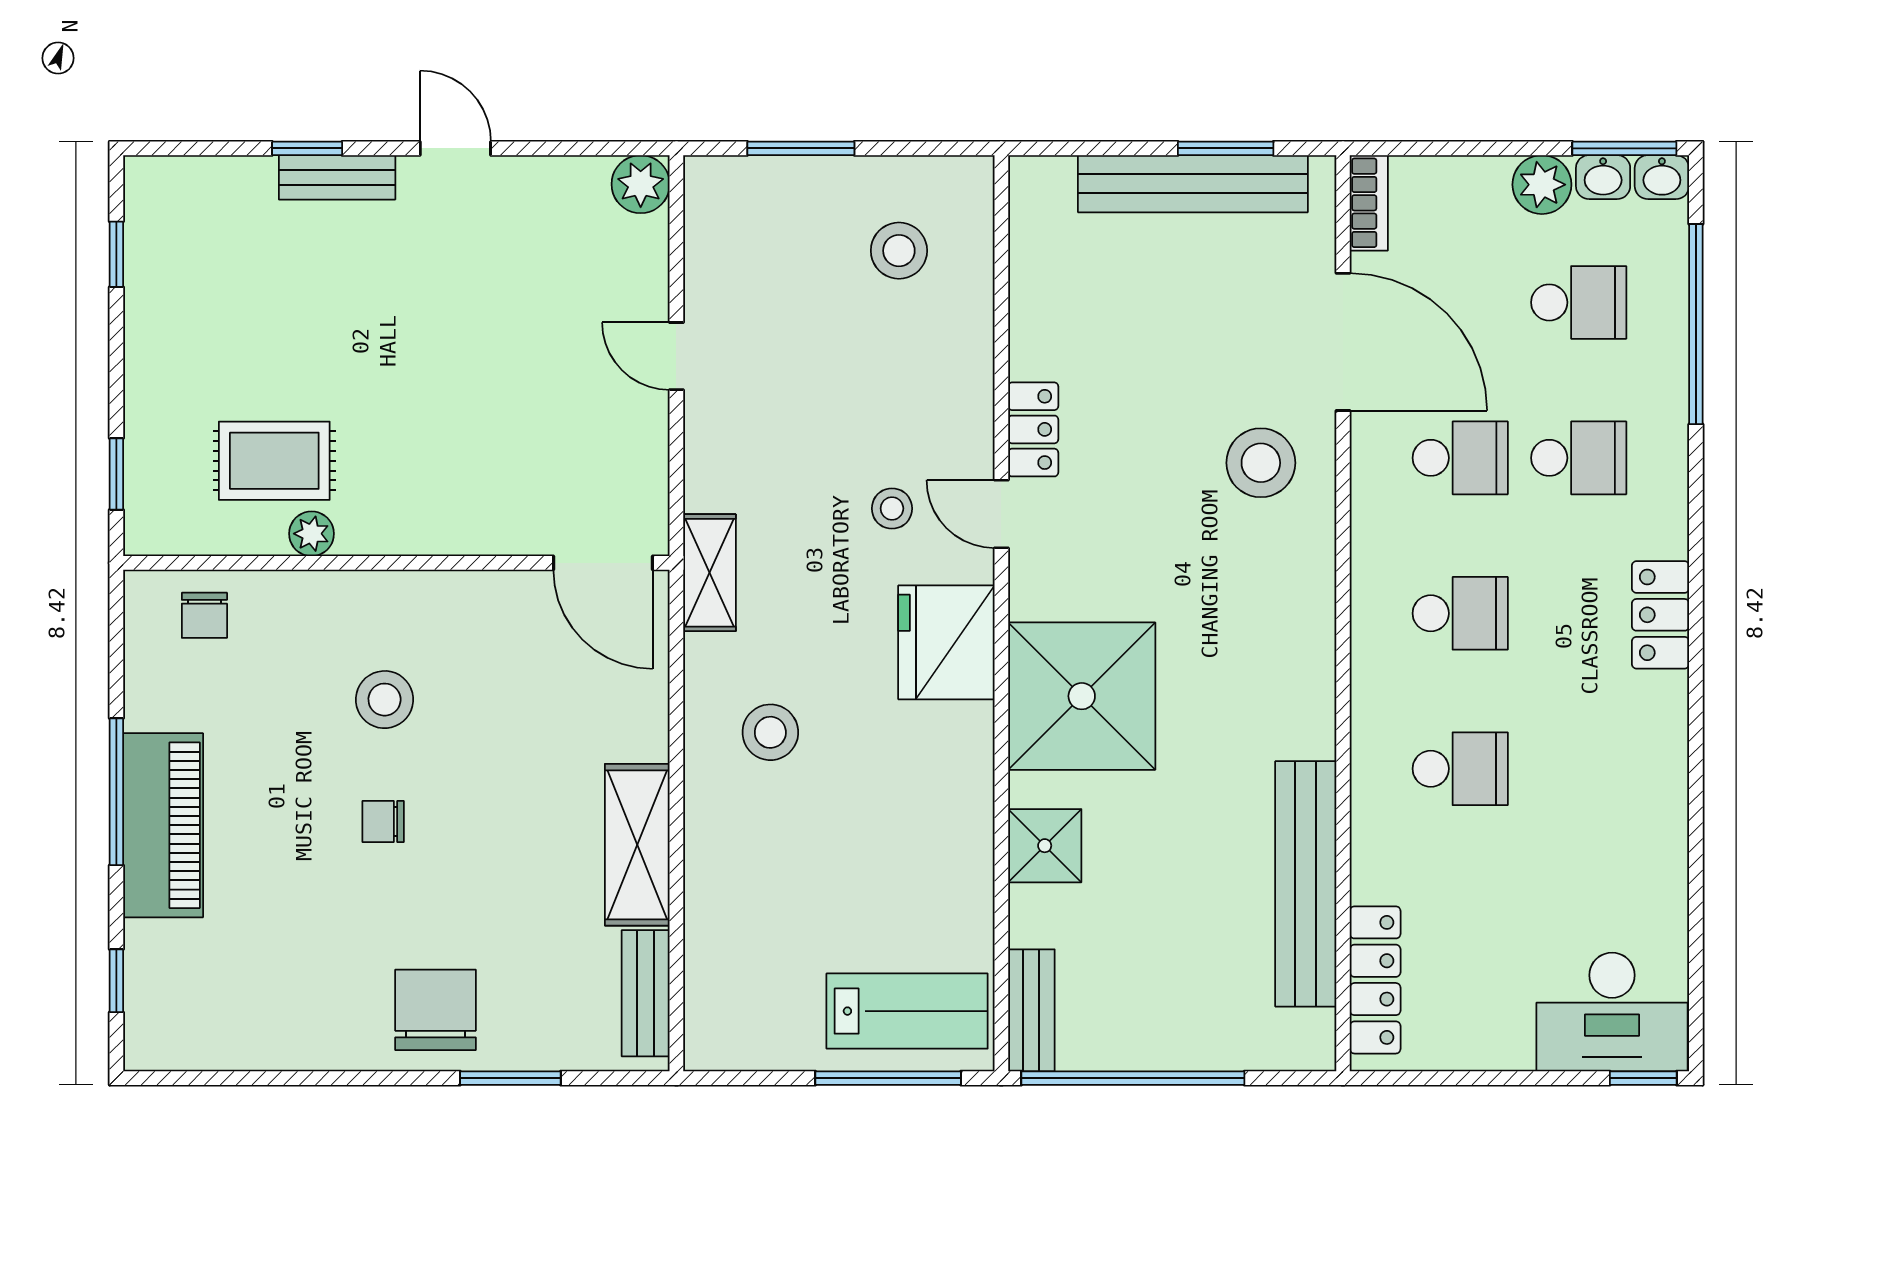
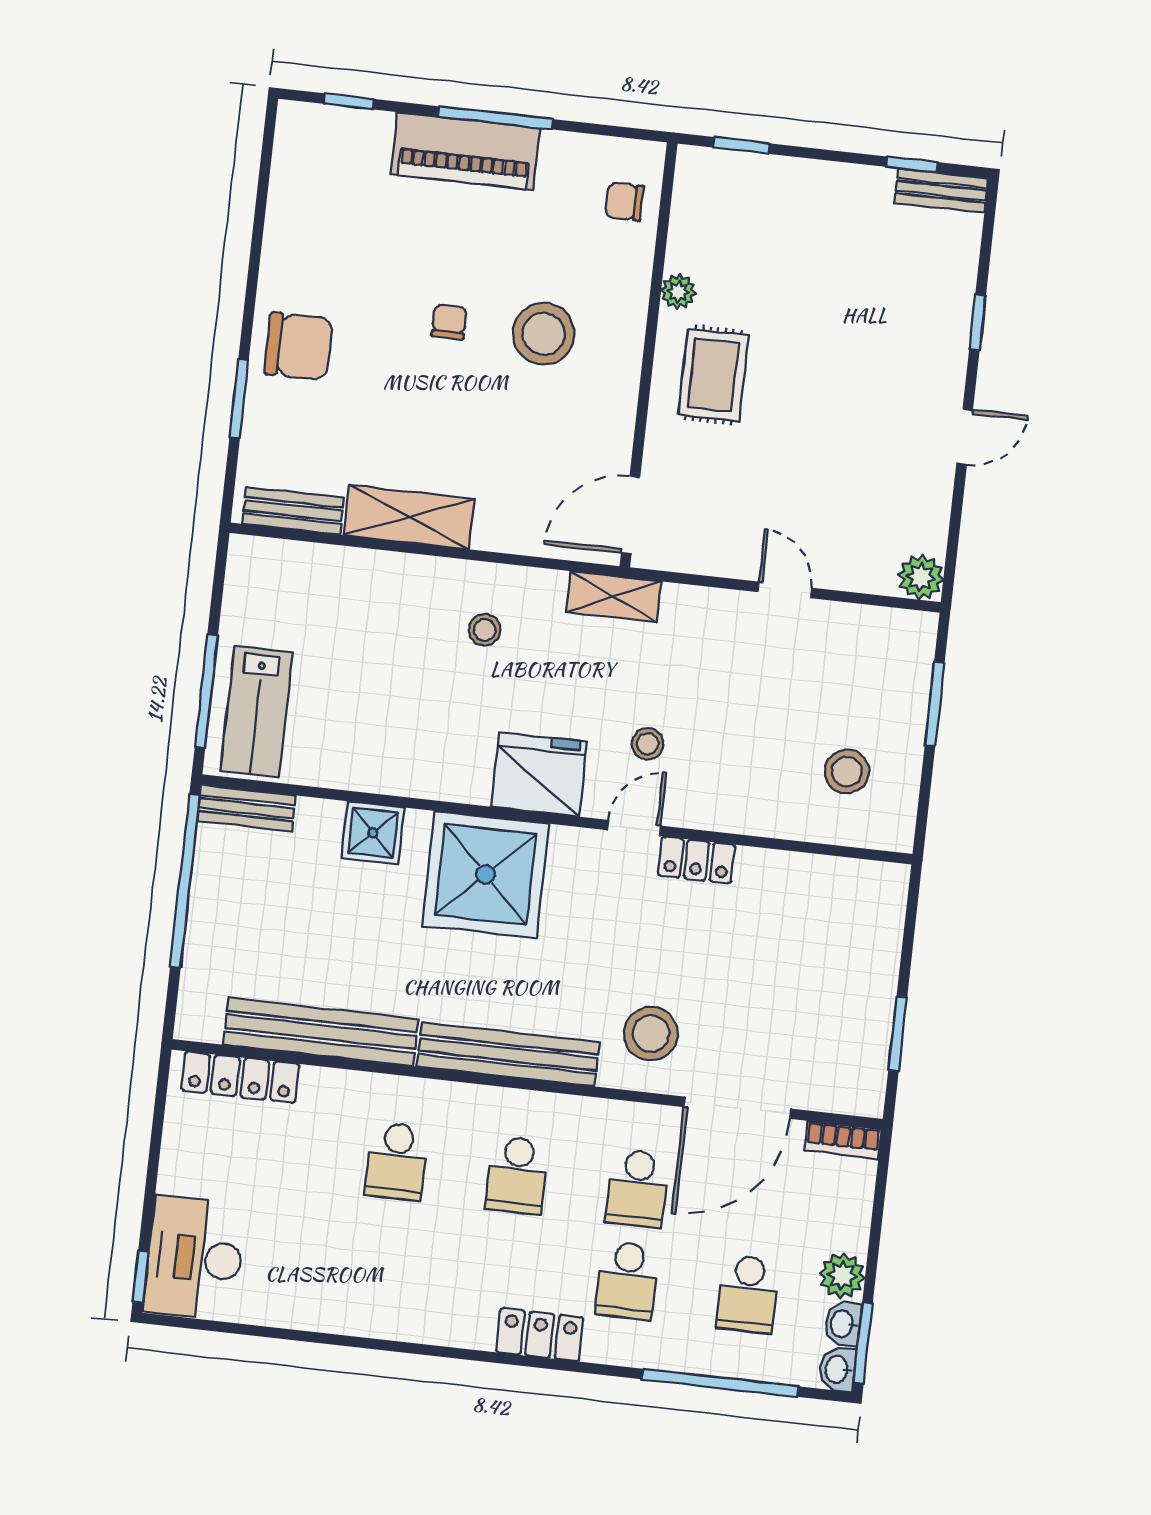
bench: (337, 177) -> (941, 191), moved, turned 90
bench: (1193, 184) -> (508, 1054), moved, turned 90
door: (676, 356) -> (784, 590), hinge flipped
rug: (274, 461) -> (713, 375), moved
locker: (1660, 615) -> (540, 1335), moved
stool: (385, 700) -> (544, 334), width x1.38, depth x1.38
stool: (770, 732) -> (485, 630), width x0.73, depth x0.73

